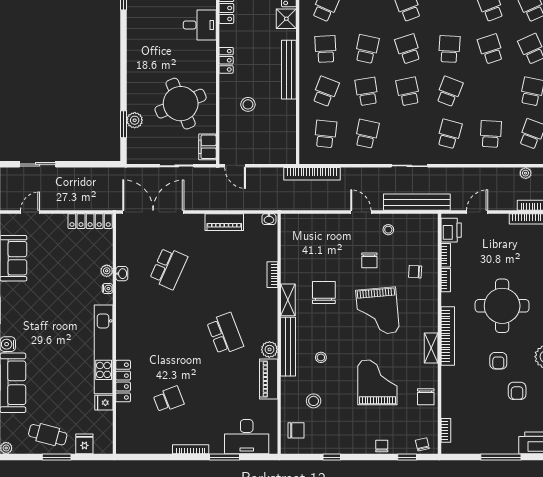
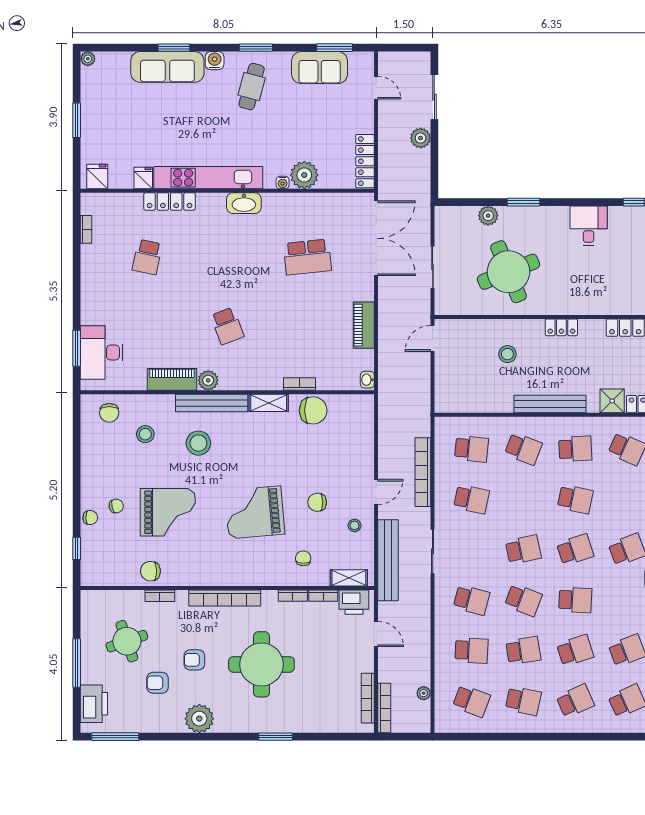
desk: (200, 25) -> (589, 226), moved, turned 180
school desk: (367, 91) -> (523, 650), moved
window: (124, 124) -> (524, 202), moved
filing cabinet: (207, 147) -> (456, 304), removed
bookcase: (312, 174) -> (423, 472), moved
plant: (71, 176) -> (421, 138), added
school desk: (169, 268) -> (307, 257), turned -30
plant: (107, 271) -> (304, 175), width x1.88, depth x1.88
washbasin: (122, 274) -> (244, 203), moved, width x1.91, depth x1.45
chair: (324, 292) -> (313, 410), moved
school desk: (225, 334) -> (227, 326), width x0.54
shelving: (431, 348) -> (349, 578), moved
stool: (321, 357) -> (198, 443), width x1.89, depth x1.89
school desk: (169, 399) -> (147, 257), turned 33
round table: (483, 416) -> (127, 641), added
bookcase: (446, 430) -> (160, 596), moved
cafe table: (48, 435) -> (252, 87), moved
fridge: (84, 444) -> (97, 177), moved, turned -90
chair: (422, 444) -> (116, 506), moved
bookcase: (191, 449) -> (86, 229), moved, width x0.64
window: (225, 457) -> (77, 348), moved
window: (332, 457) -> (77, 456), removed

